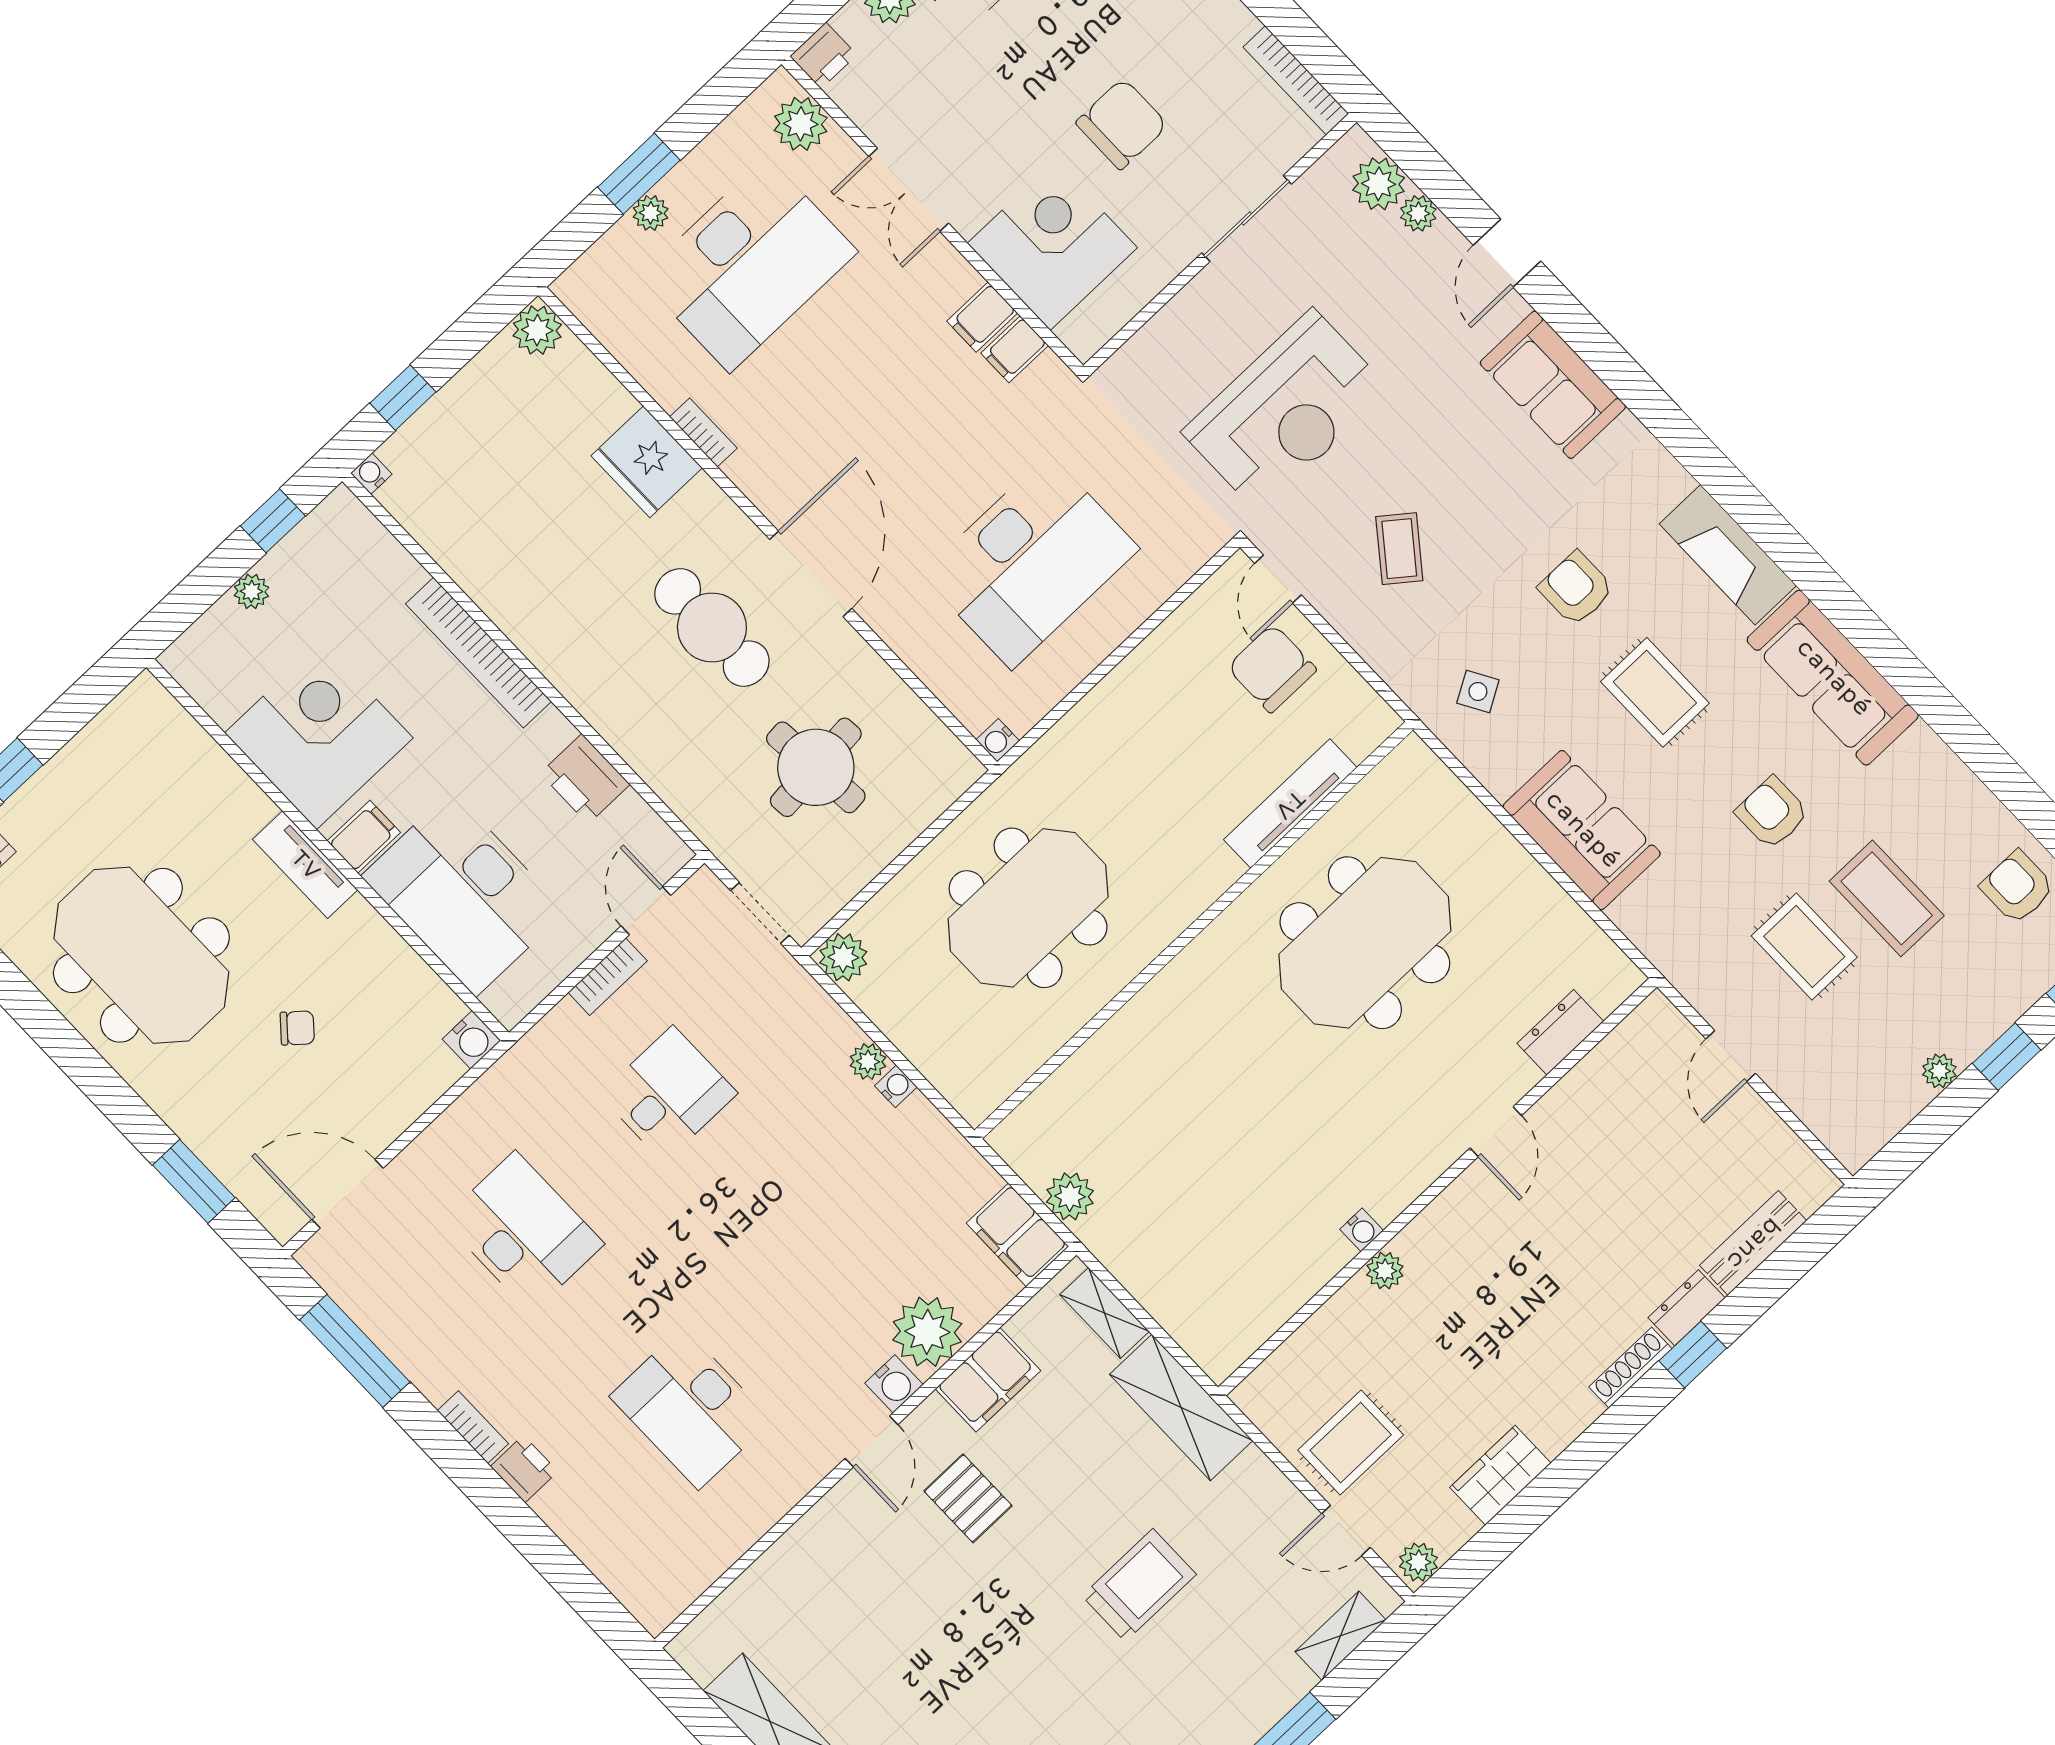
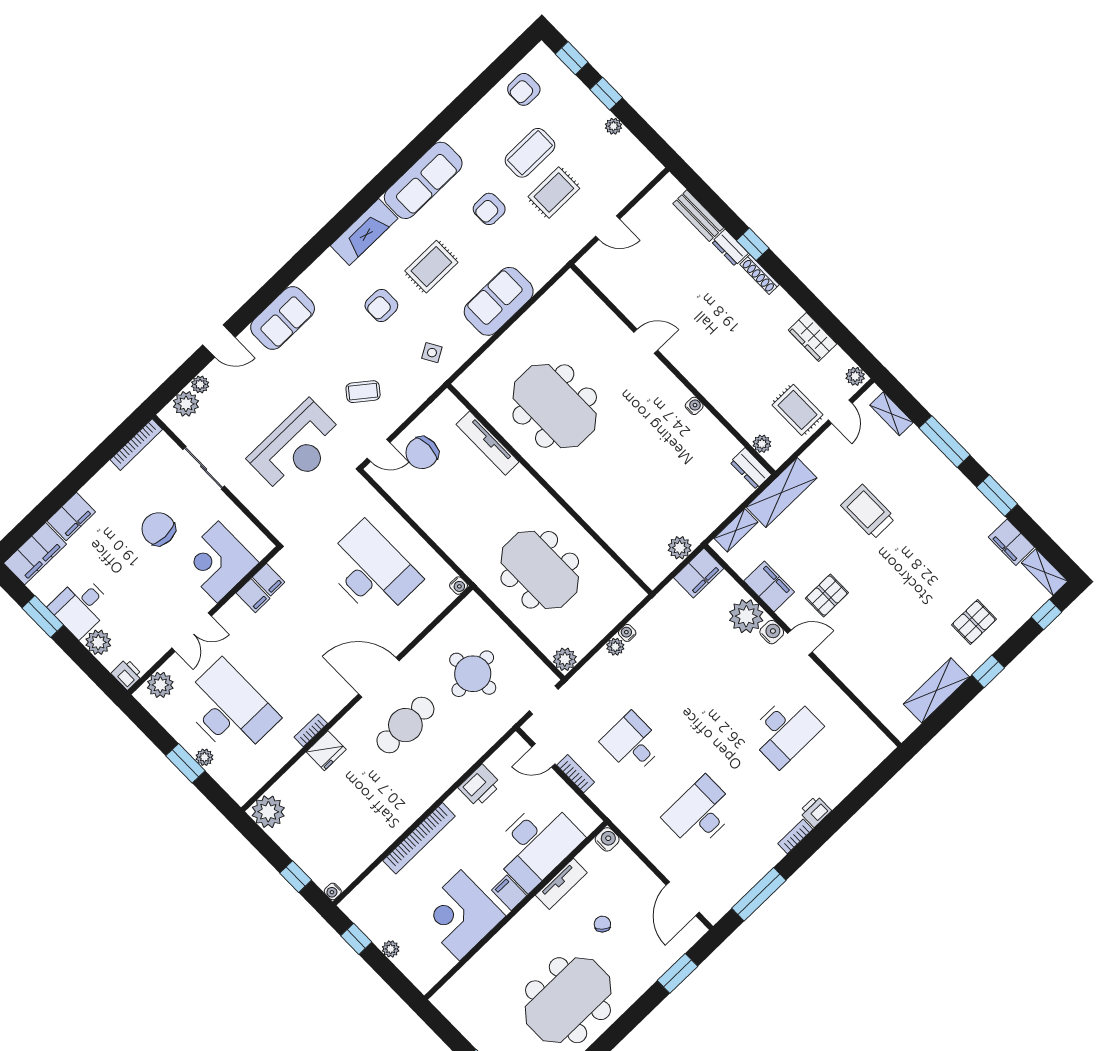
plant: (537, 330) -> (268, 812), width x1.36, depth x1.36
reception desk: (1286, 411) -> (297, 448), turned 90
fridge: (647, 462) -> (326, 751), width x0.73, depth x0.75
tv unit: (305, 865) -> (561, 884), moved
dresser: (1560, 1032) -> (751, 468), moved
plant: (1385, 1271) -> (762, 444), moved

